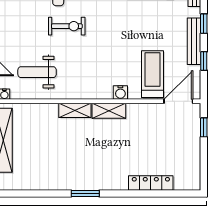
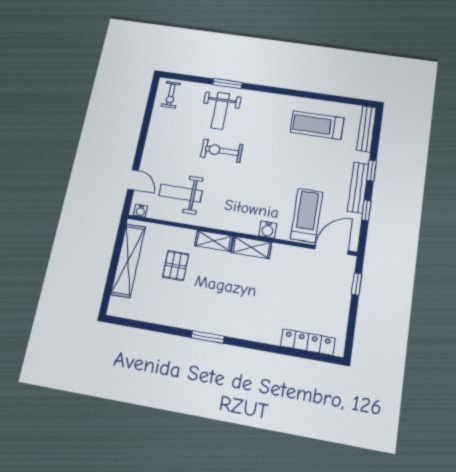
exercise bike: (67, 26) -> (222, 151), turned 180
pallet: (46, 138) -> (176, 266), added
locker: (151, 183) -> (308, 342), moved

